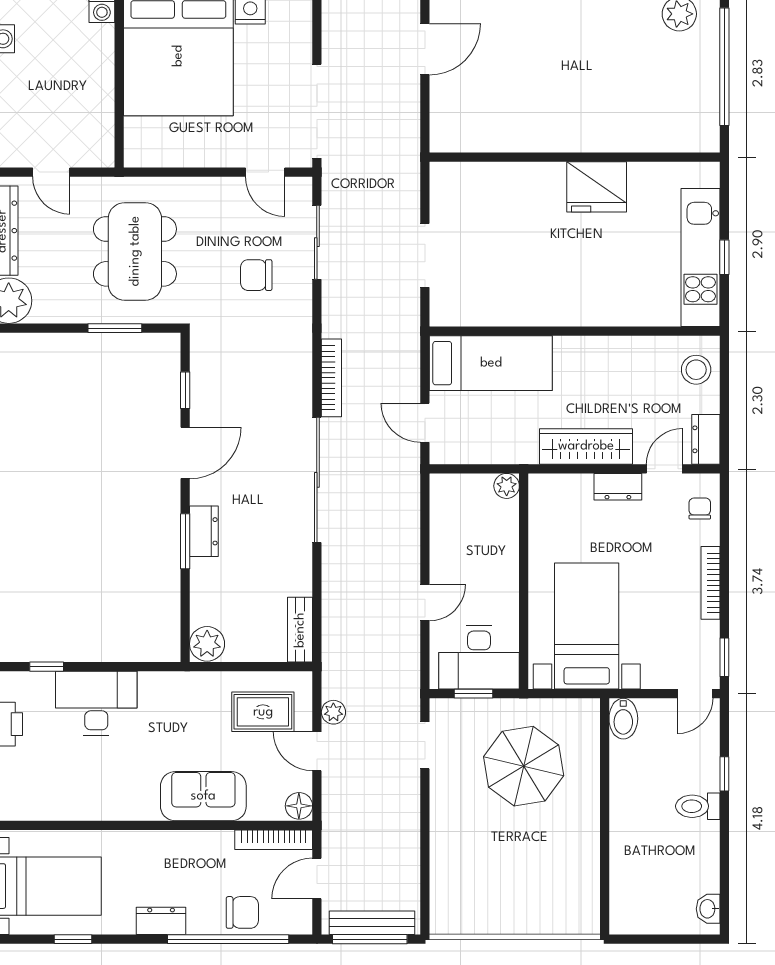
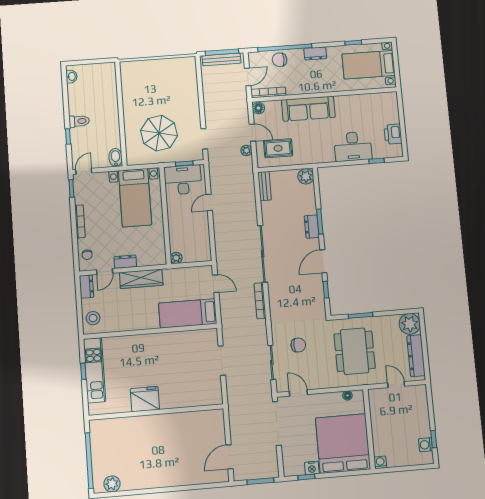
floor lamp: (159, 158) -> (347, 396), added
sofa: (203, 796) -> (308, 109), width x1.36

